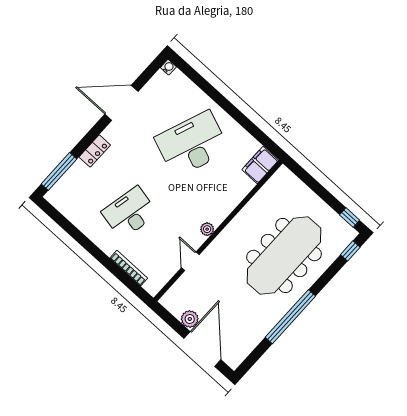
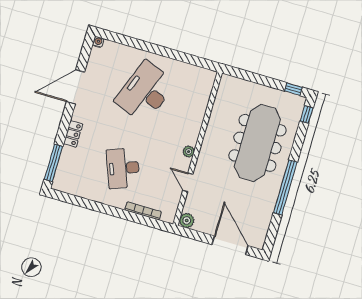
filing cabinet: (260, 165) -> (205, 83), removed
desk: (130, 213) -> (123, 168), turned -33
plant: (190, 319) -> (187, 220), moved

